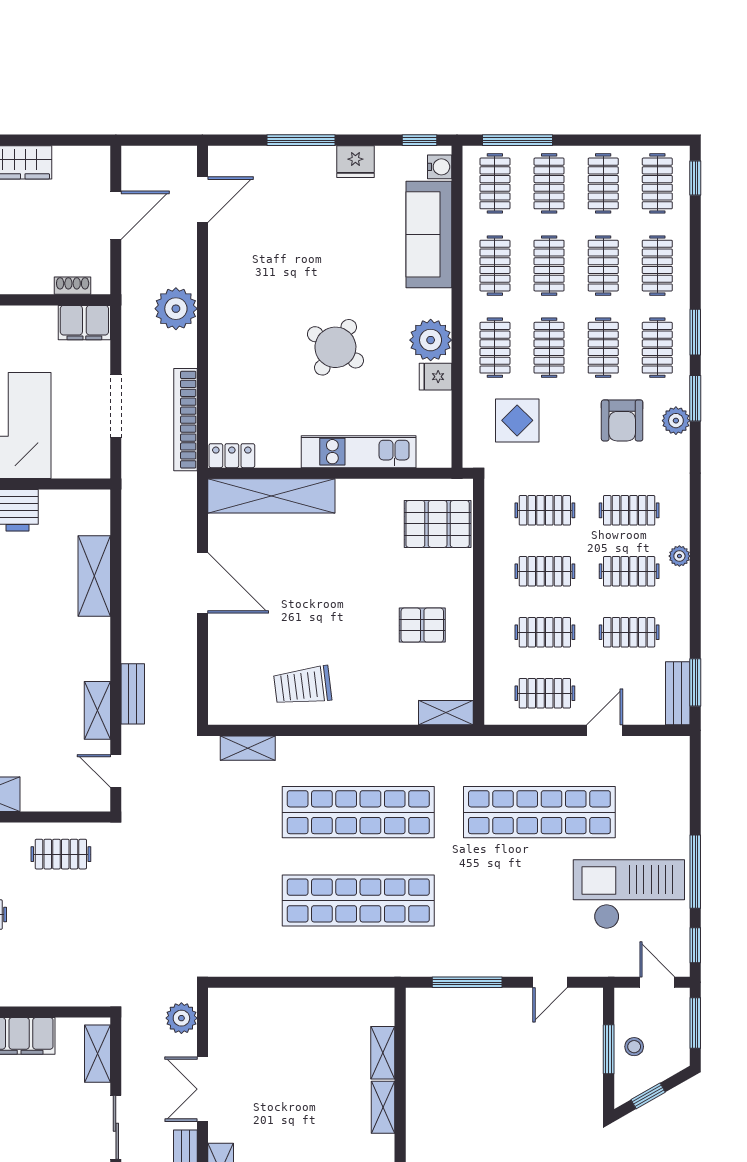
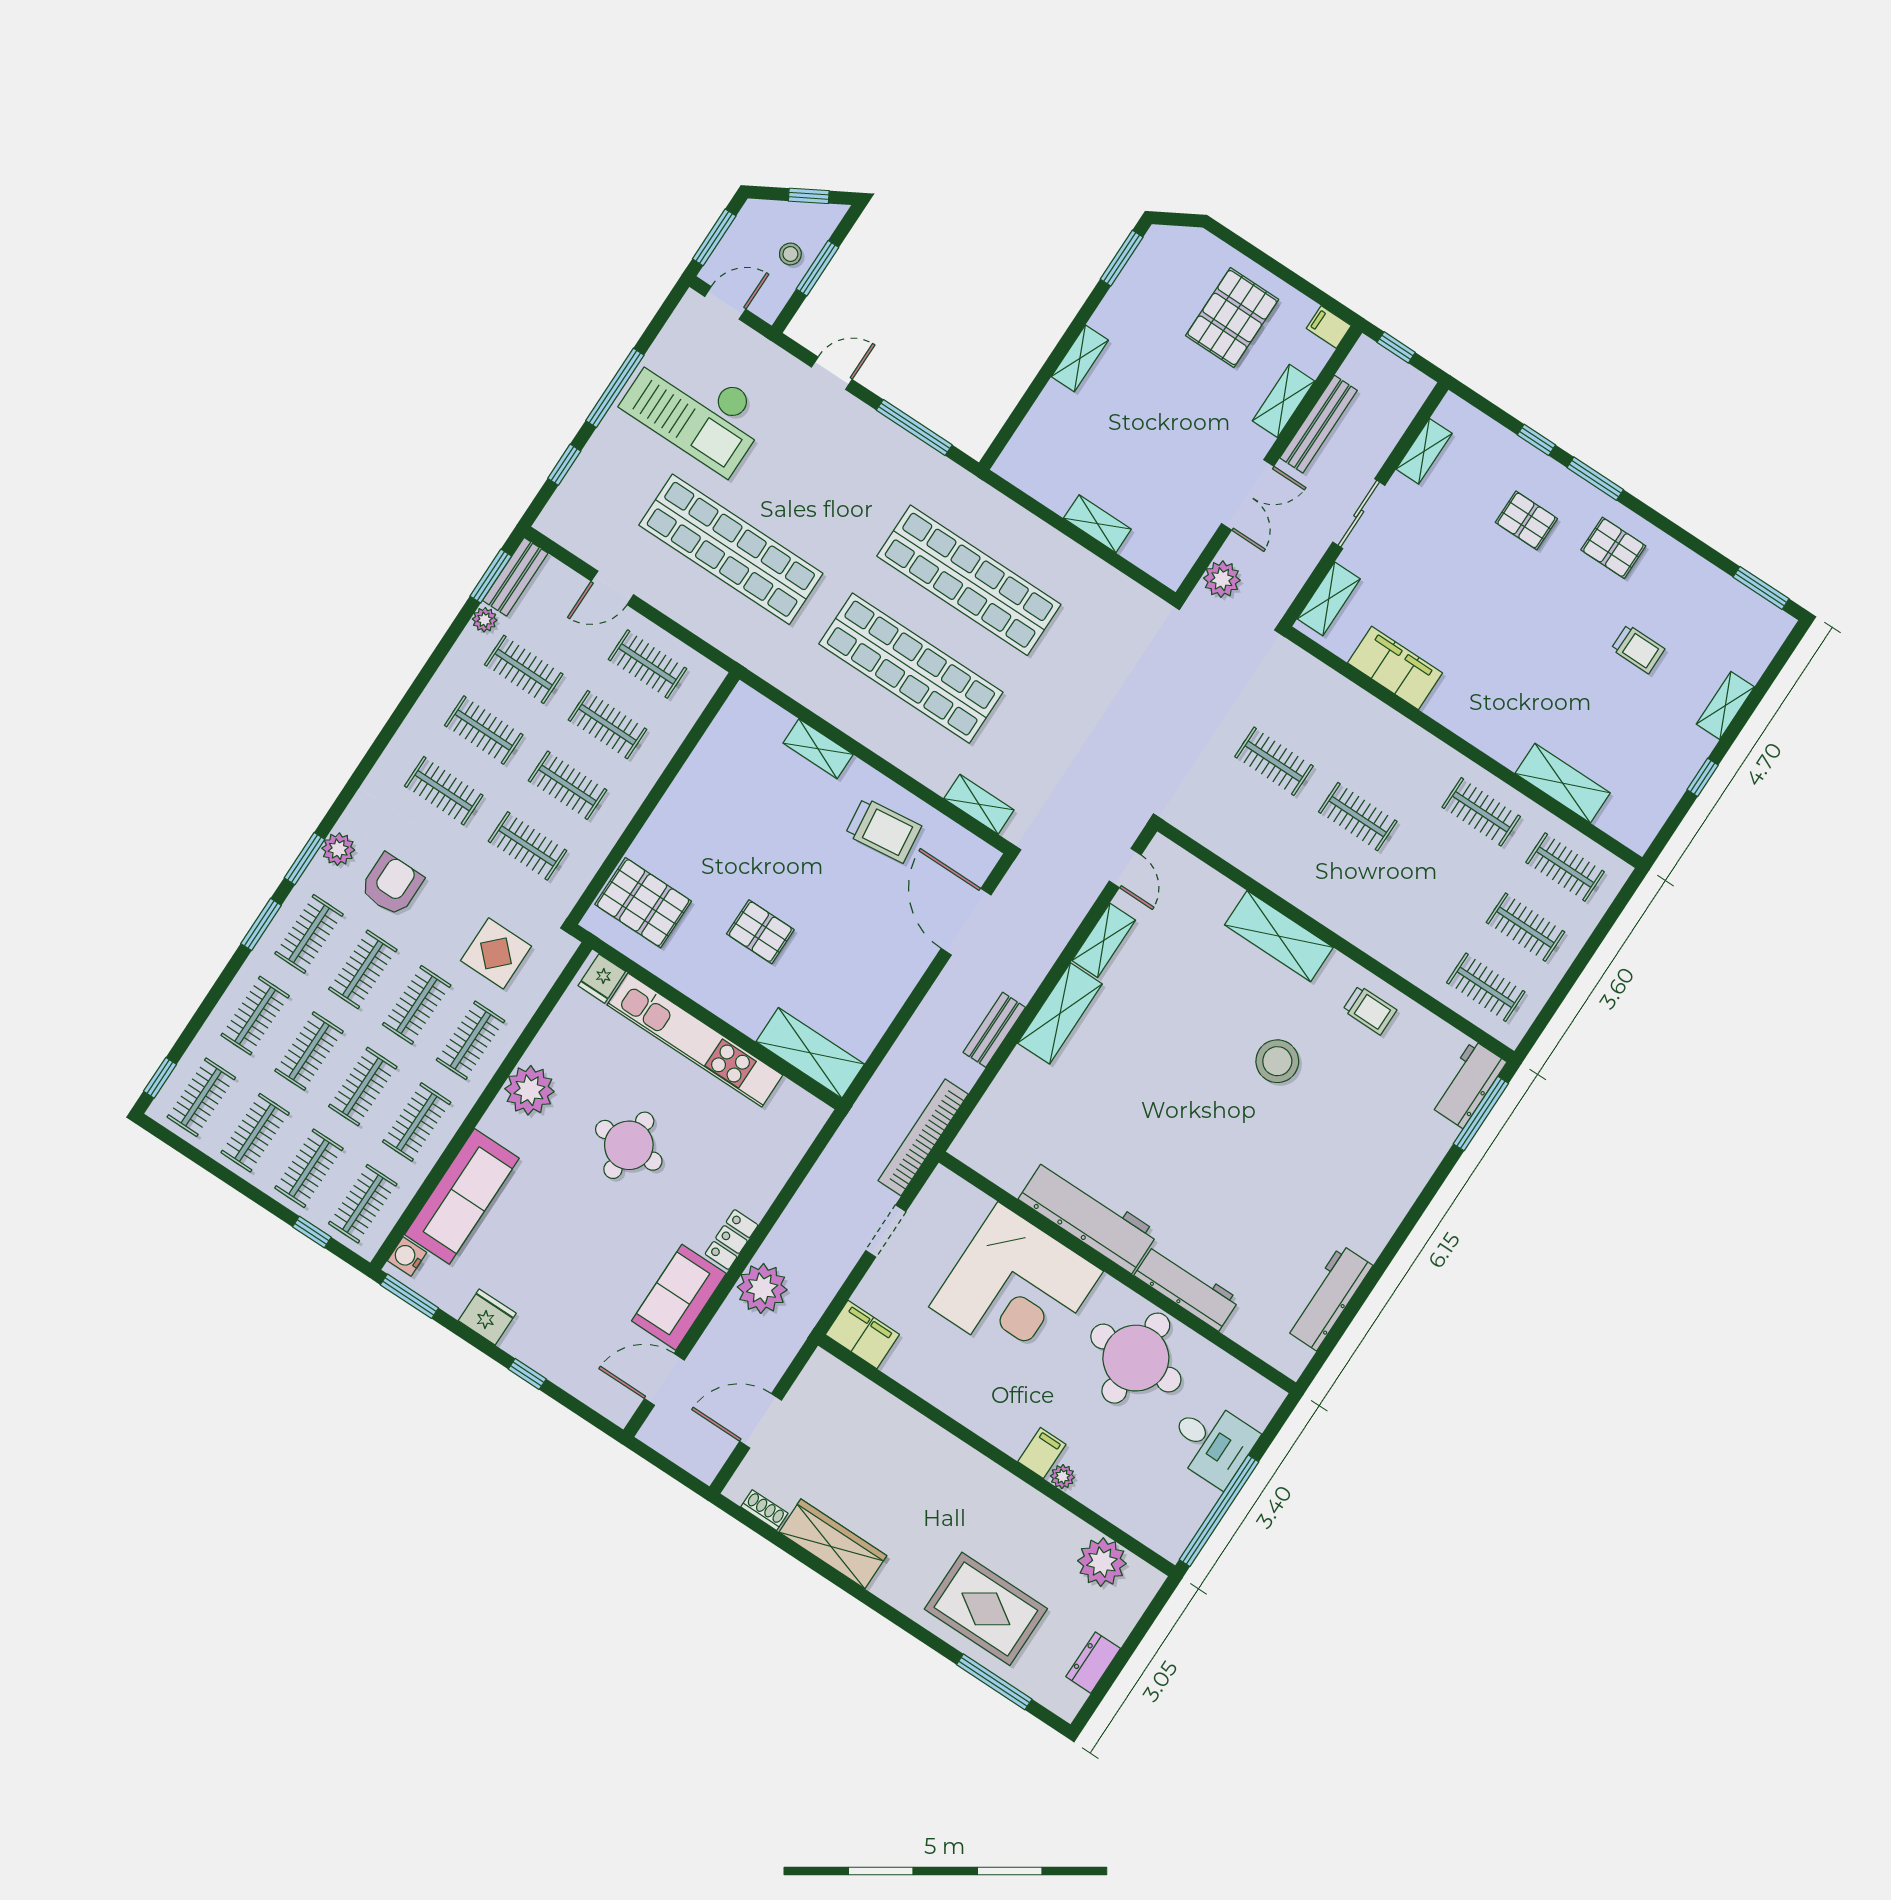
window: (301, 140) -> (527, 1374), width x0.46
window: (419, 140) -> (409, 1296), width x1.50
window: (518, 140) -> (312, 1232), width x0.46
sofa: (230, 264) -> (679, 1297), added
shoe rack: (73, 286) -> (764, 1510), moved, turned 180
round table: (335, 347) -> (629, 1145), turned -33
fridge: (435, 377) -> (602, 979), moved, turned 90
doorway: (116, 406) -> (886, 1231), width x0.73
bookcase: (185, 420) -> (923, 1137), moved, turned 180
kitchen unit: (359, 452) -> (695, 1040), width x1.36
locker: (232, 456) -> (731, 1240), moved, turned 90
shelving: (271, 496) -> (810, 1053), width x0.68
plant: (679, 556) -> (485, 620), moved
shelving: (94, 576) -> (1060, 1013), moved
door: (202, 583) -> (966, 922), moved
pallet: (422, 625) -> (760, 932), moved
bench: (133, 694) -> (994, 1030), moved
shelving: (446, 713) -> (818, 749), moved
clothes rail: (61, 854) -> (1274, 761), moved
window: (695, 945) -> (564, 465), moved
door: (657, 982) -> (725, 303), swing flipped
shelving: (383, 1053) -> (1097, 524), moved, turned 90

